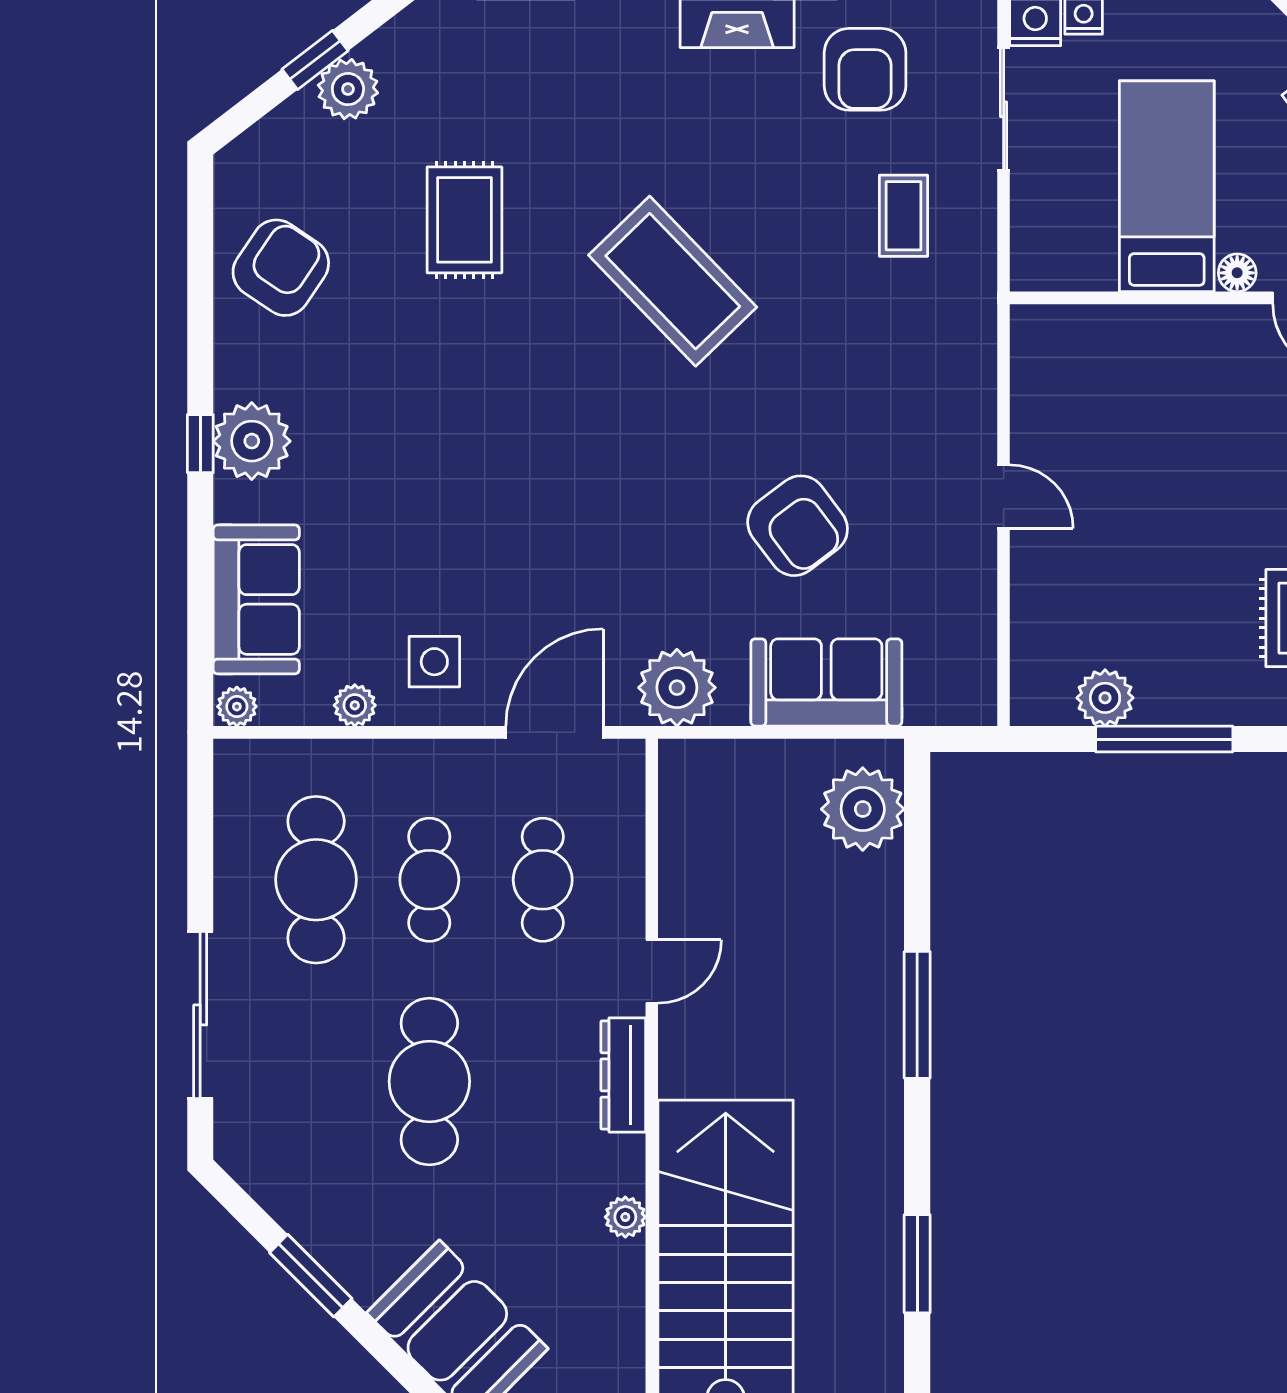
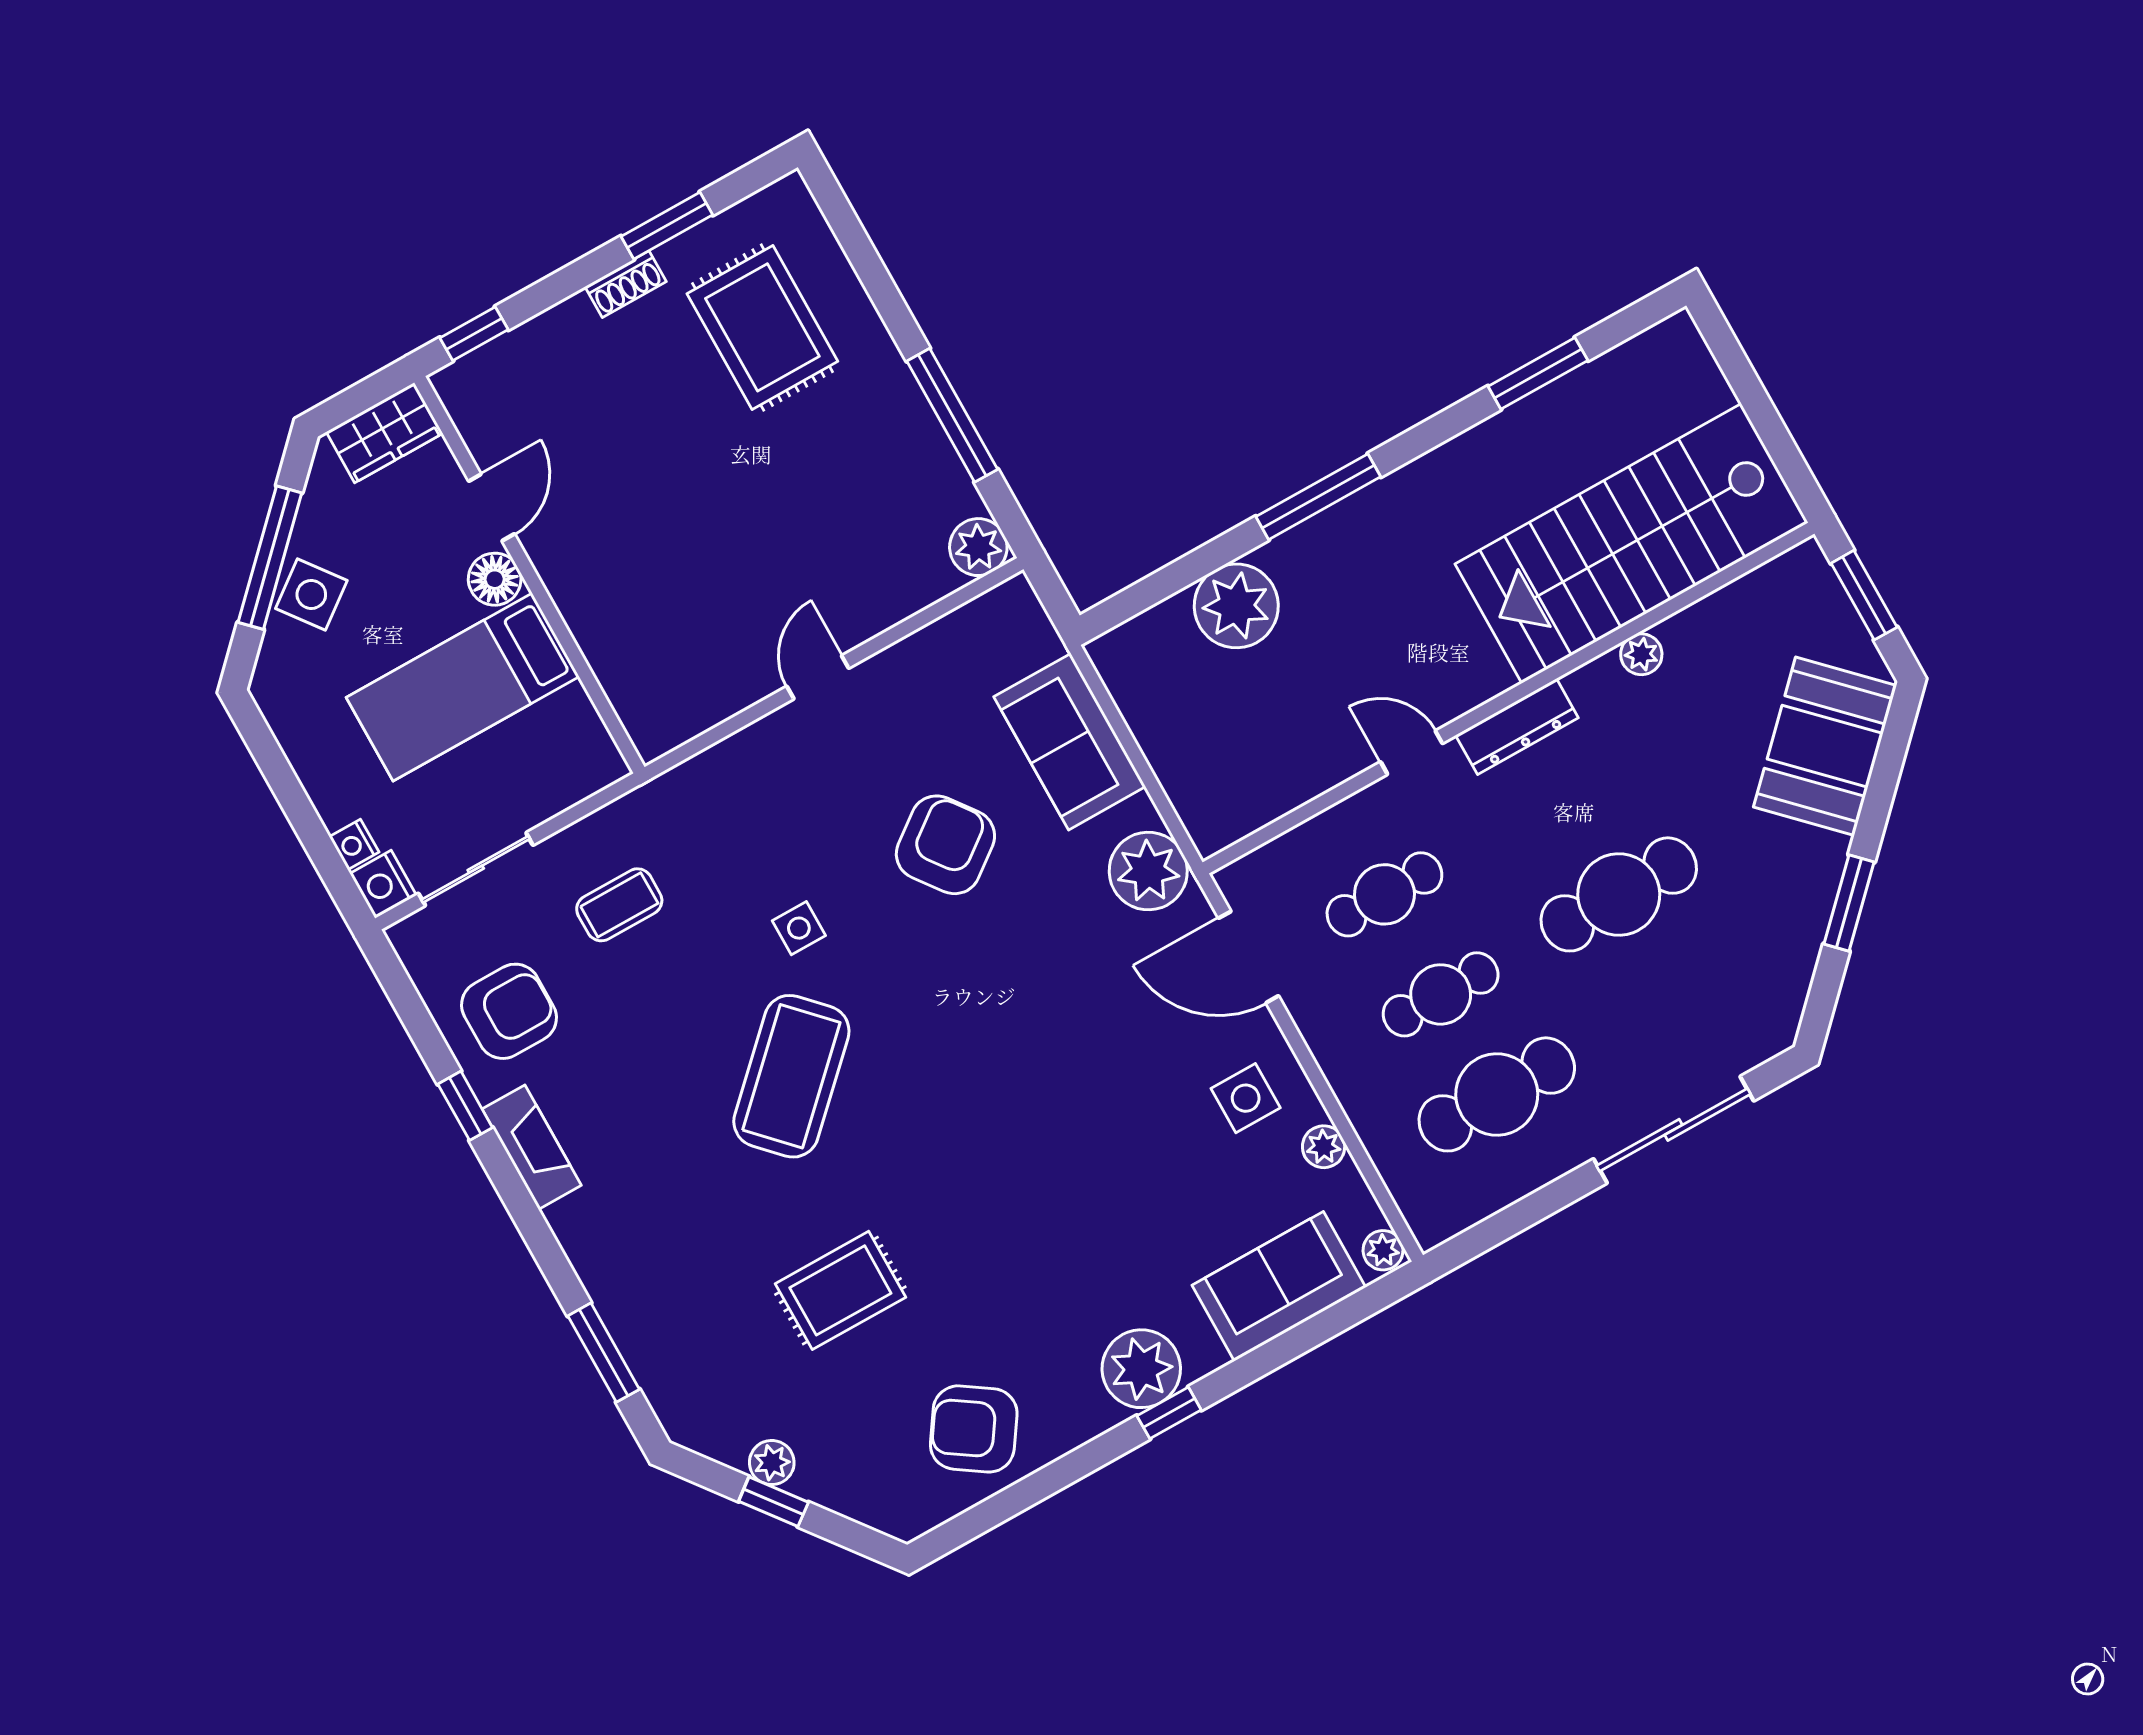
plant: (348, 89) -> (772, 1463), width x0.73, depth x0.73
floor lamp: (1237, 273) -> (495, 579), width x1.37, depth x1.37
side table: (797, 359) -> (799, 928), added
plant: (1105, 698) -> (978, 547), moved
plant: (863, 809) -> (1236, 606), moved

